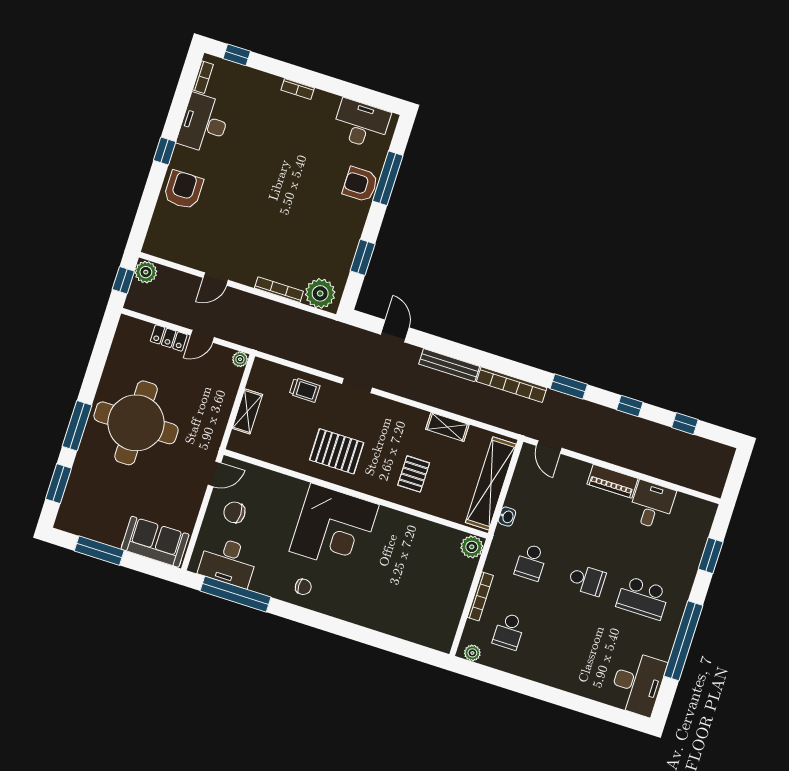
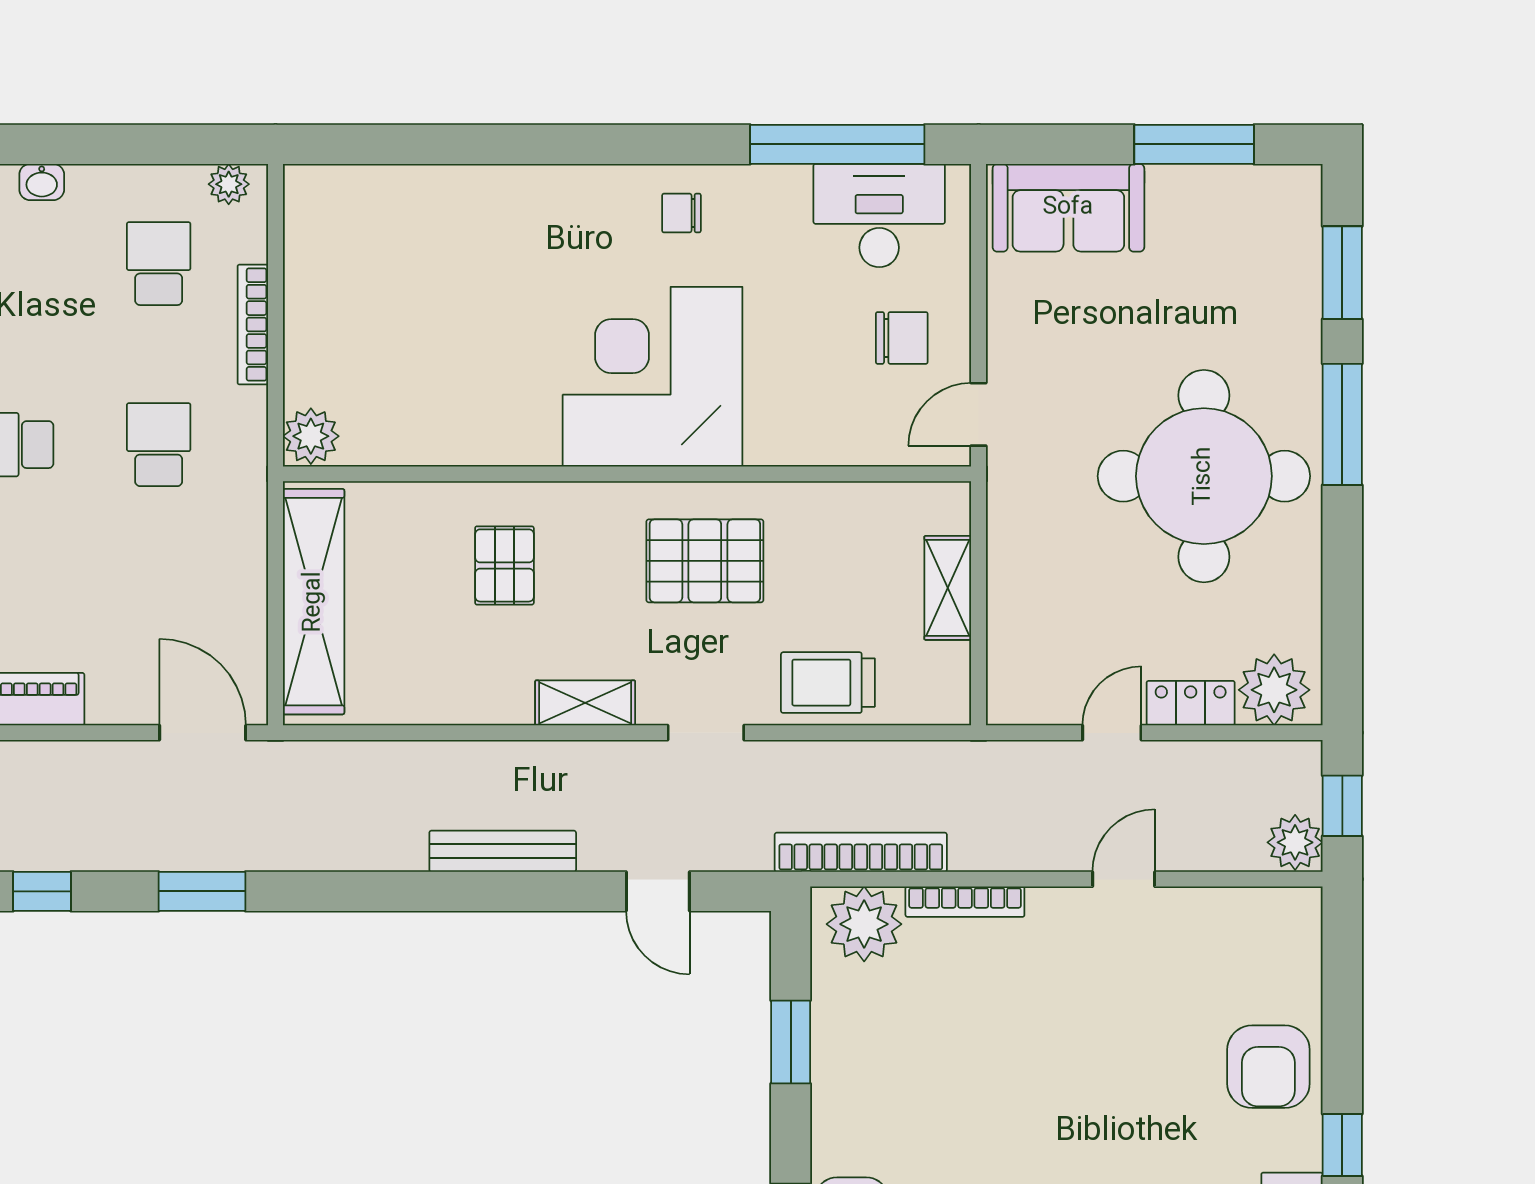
plant: (240, 359) -> (1274, 690), moved, width x1.88, depth x1.88
bookcase: (512, 385) -> (861, 852), moved
trolley: (305, 390) -> (828, 683), width x1.36, depth x1.39
shelving: (447, 427) -> (585, 703), moved
door: (549, 447) -> (203, 733), width x1.37
washbasin: (507, 517) -> (42, 182), moved, turned -90

